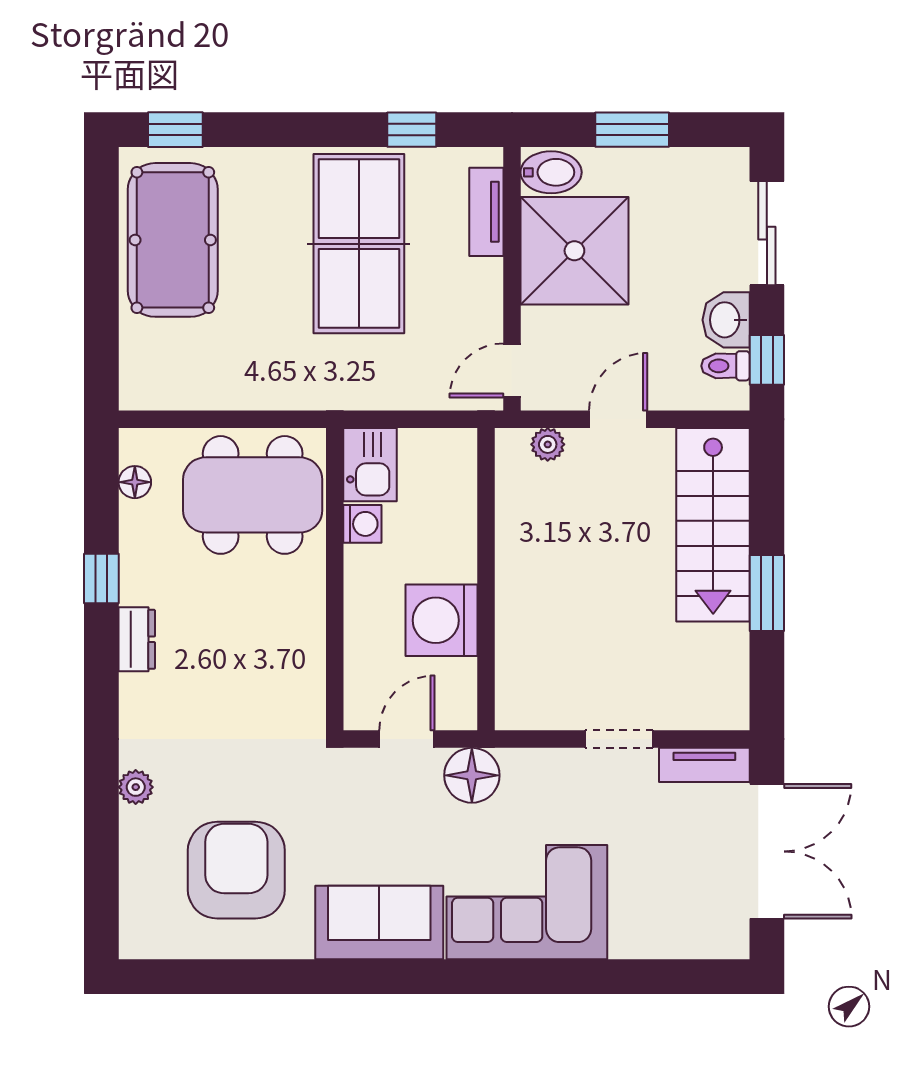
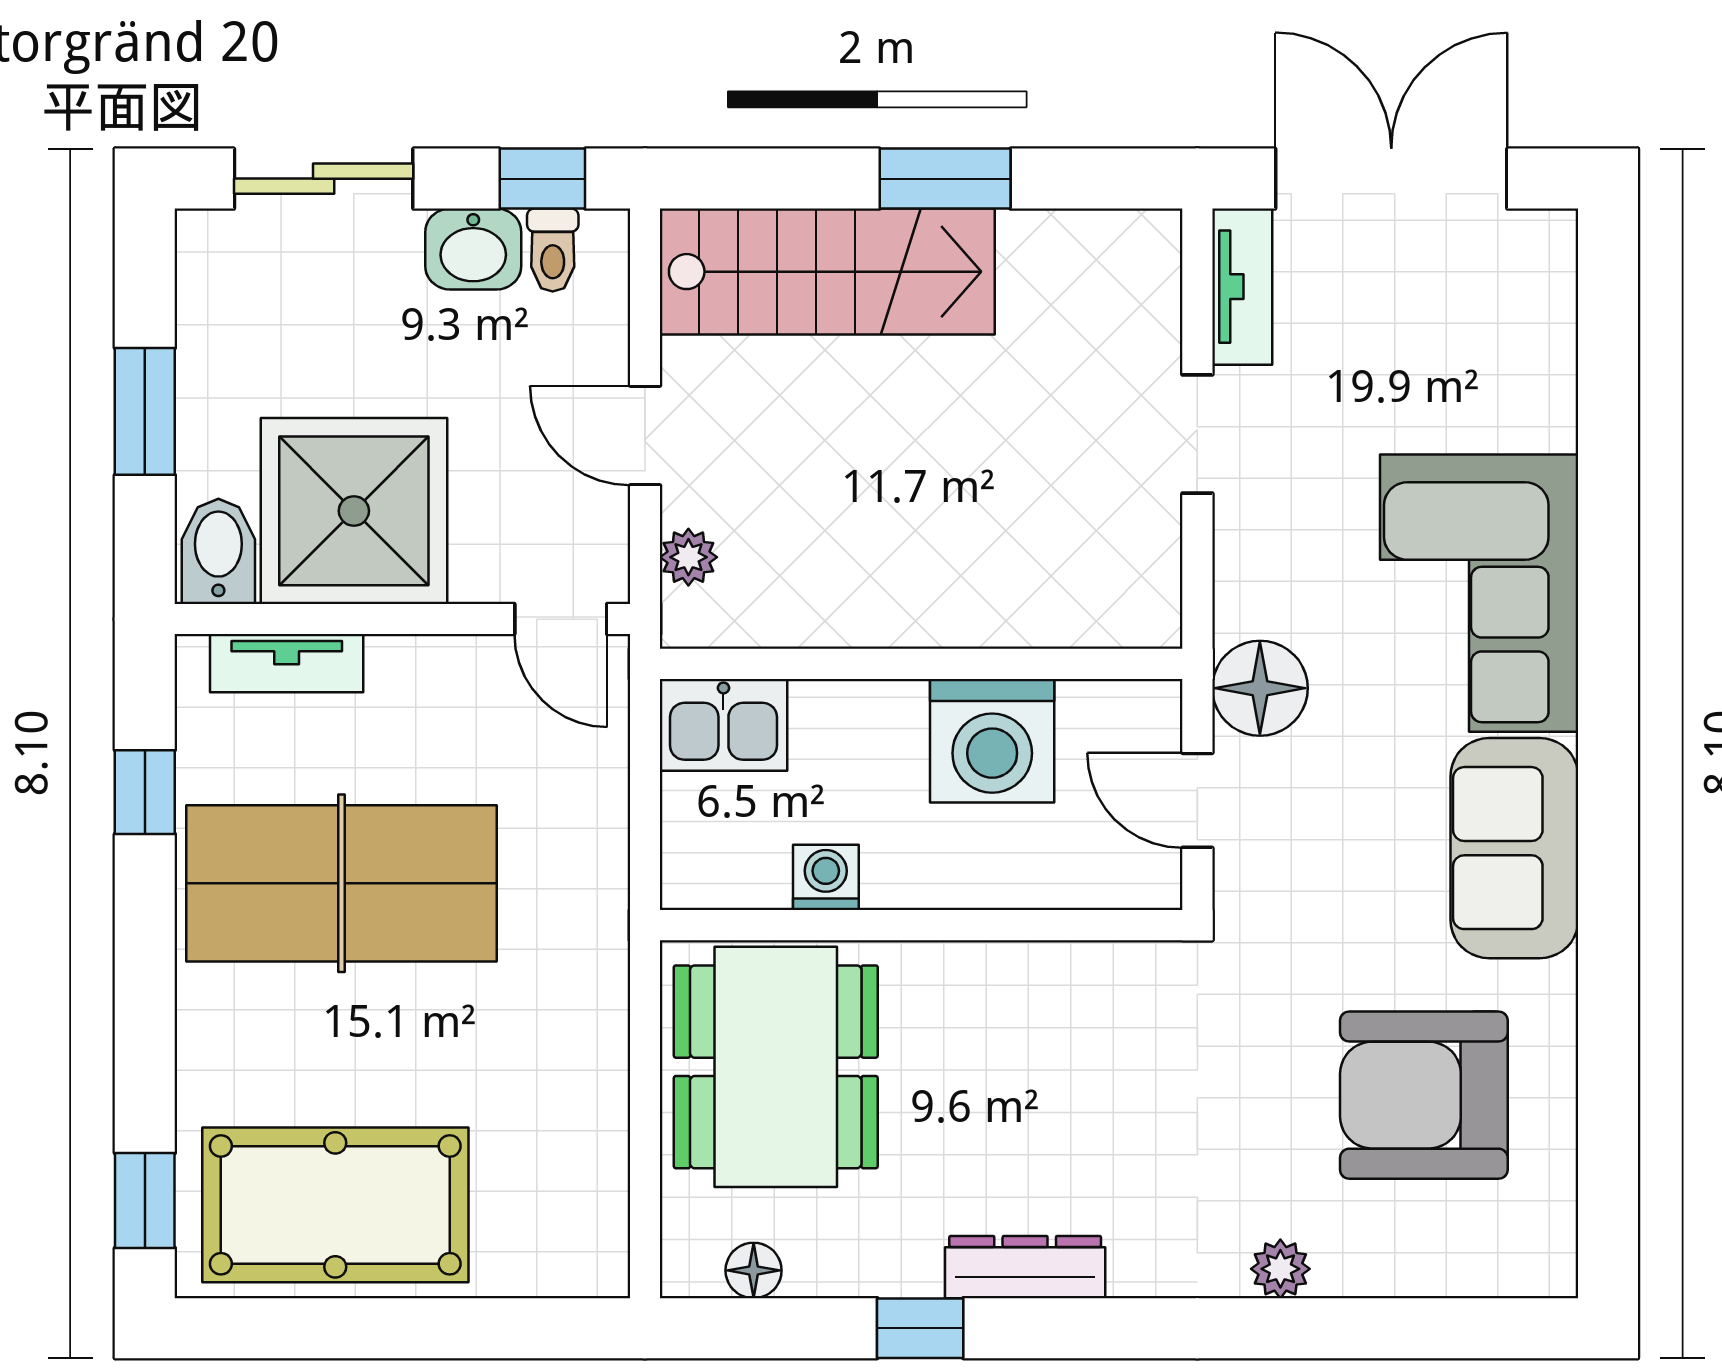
kitchen sink: (370, 465) -> (723, 725), moved, turned 180
dresser: (137, 639) -> (1025, 1267), width x1.44

